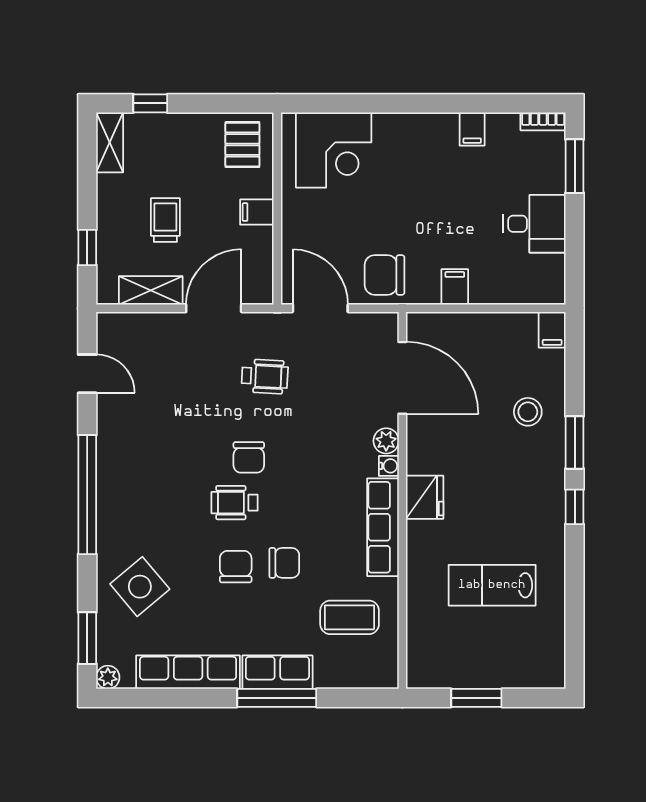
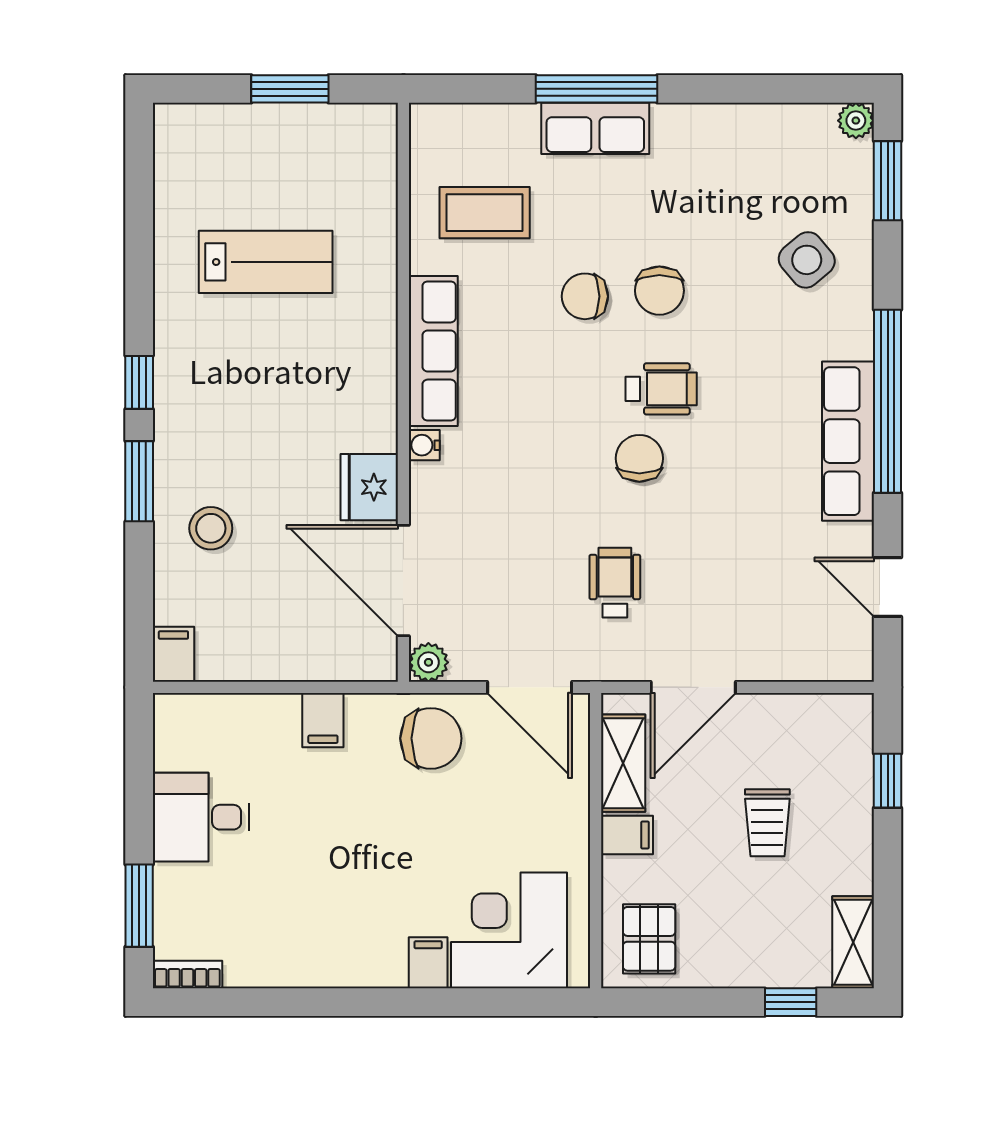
filing cabinet: (472, 129) -> (428, 963), moved
shelving: (151, 290) -> (623, 763), moved, turned 90
wheelchair: (265, 376) -> (615, 583), turned 87
plant: (386, 441) -> (428, 662), moved
fridge: (425, 497) -> (369, 487), moved
side table: (140, 587) -> (807, 260), width x0.73, depth x0.73
row of seats: (188, 672) -> (848, 441), moved, turned 90

